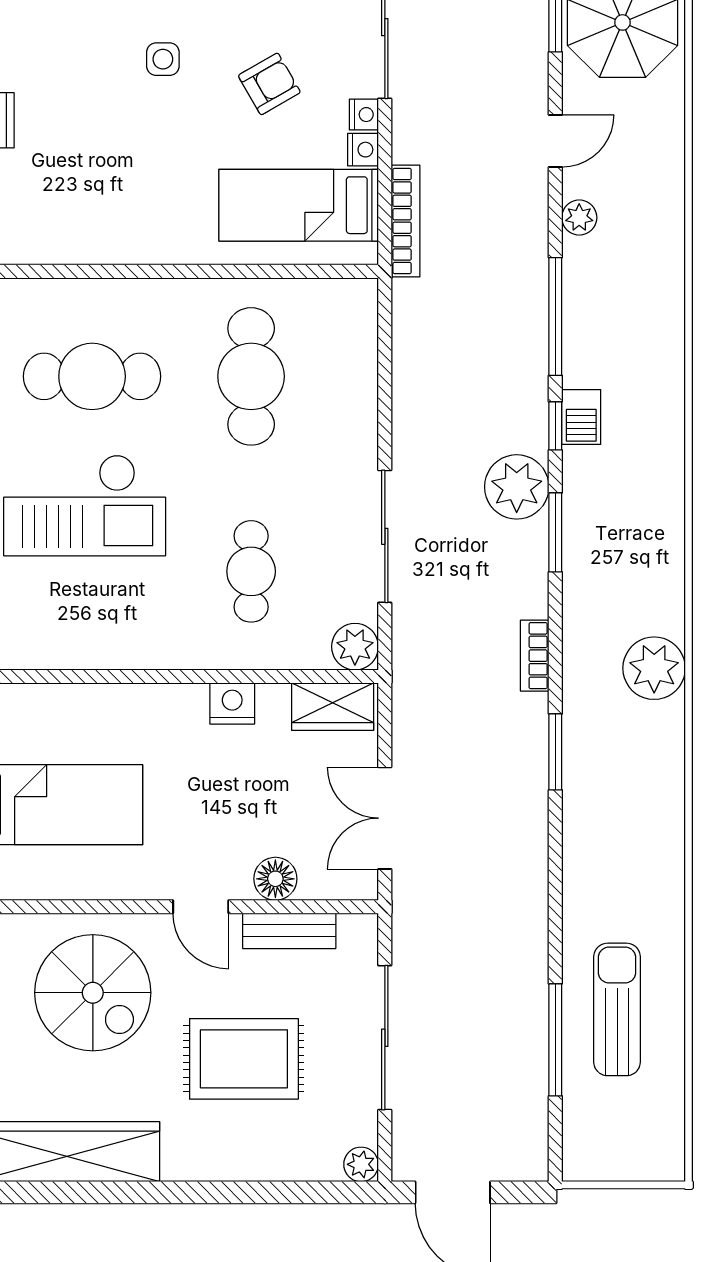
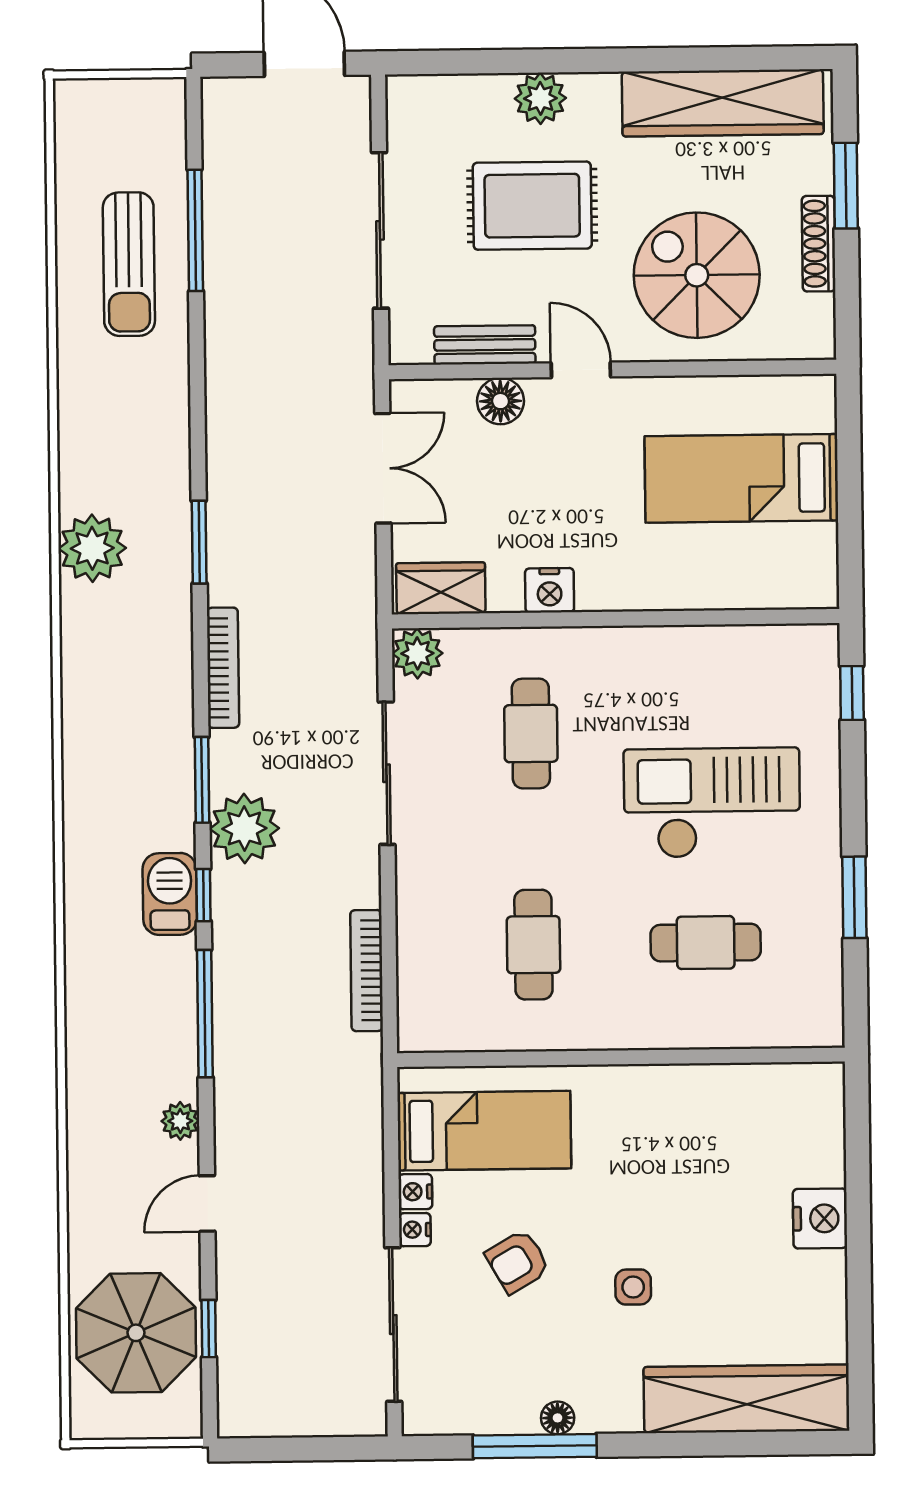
bookcase: (405, 221) -> (367, 971), moved
cafe table: (92, 376) -> (706, 943), width x0.73, depth x0.74
cafe table: (251, 376) -> (533, 945), width x0.73, depth x0.74
barbecue: (581, 417) -> (170, 894), width x1.38, depth x1.27
bookcase: (535, 656) -> (223, 668), width x1.56
plant: (654, 668) -> (92, 548), moved
plant: (361, 1164) -> (540, 98), moved, width x1.38, depth x1.38

